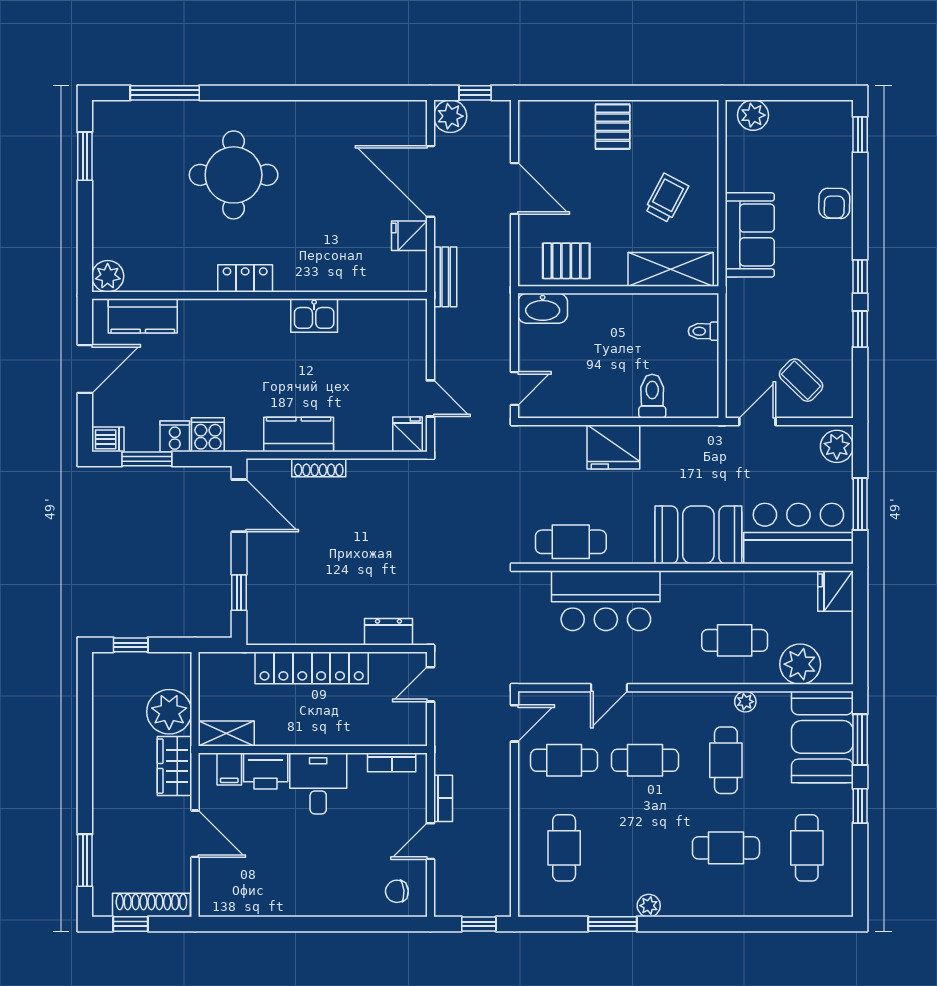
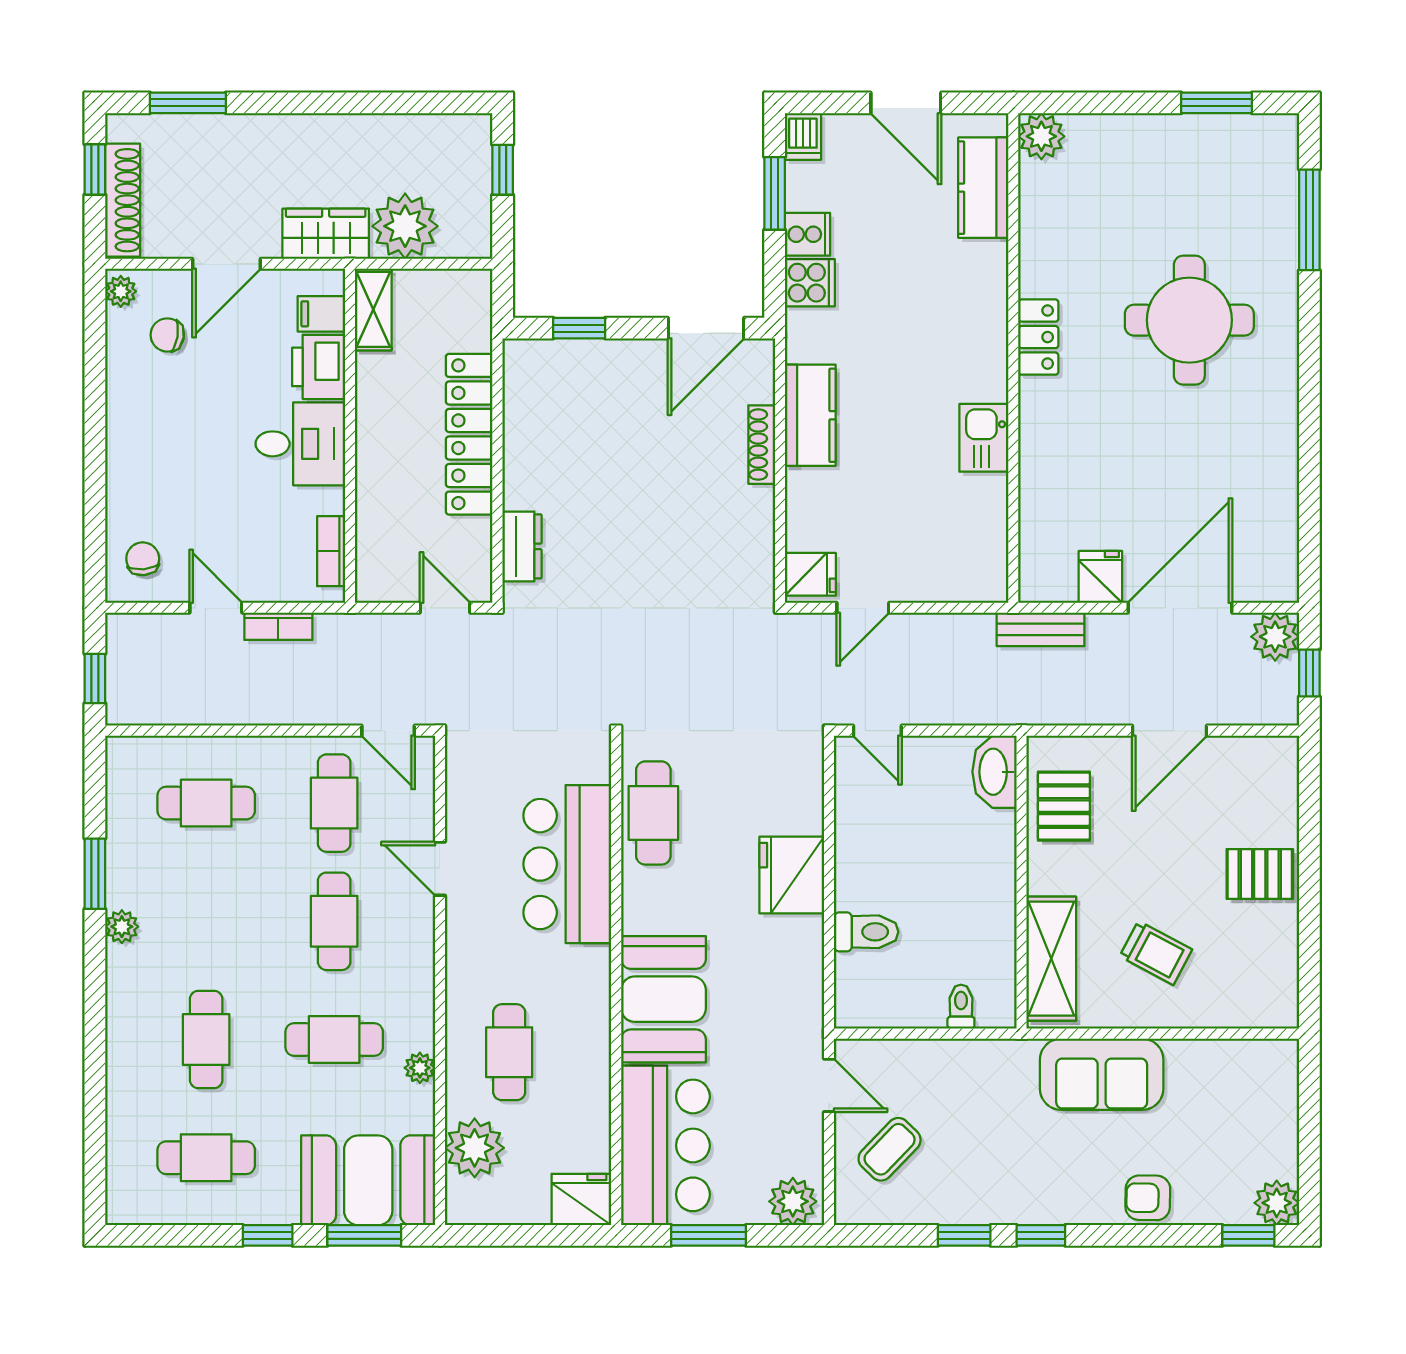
plant: (753, 115) -> (1277, 1203), moved
chair: (244, 875) -> (167, 335), added
plant: (214, 906) -> (121, 291), added

